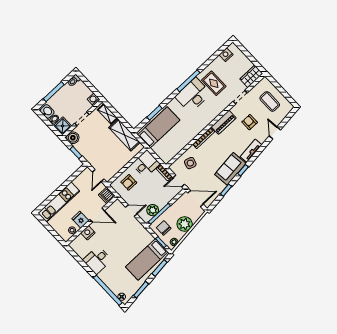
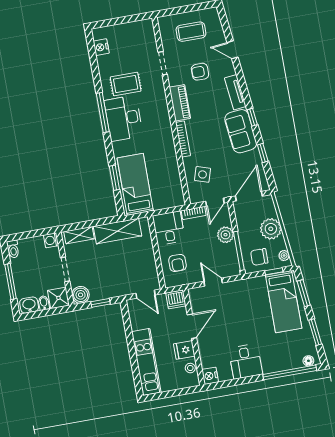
wardrobe: (251, 76) -> (147, 34), removed
plant: (153, 210) -> (225, 235), moved
door: (131, 211) -> (213, 282), hinge flipped
nightstand: (88, 233) -> (210, 376), moved

